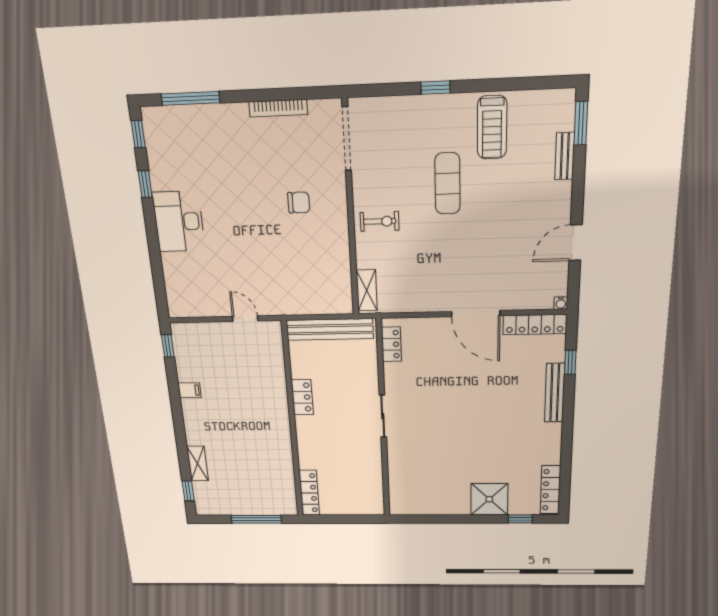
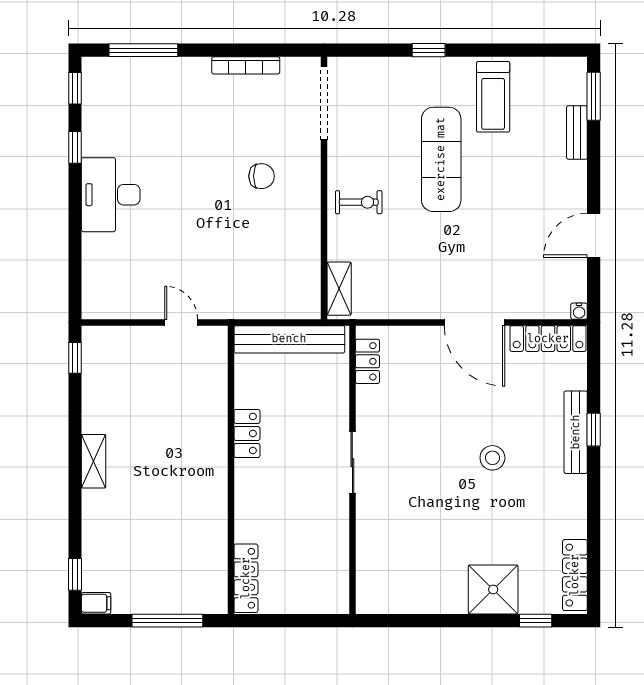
exercise mat: (448, 184) -> (441, 159), width x1.36, depth x1.45
window: (570, 362) -> (594, 430), moved
filing cabinet: (190, 390) -> (96, 603), moved
stool: (489, 412) -> (492, 458), added
shelving: (198, 464) -> (94, 461), moved

